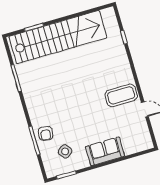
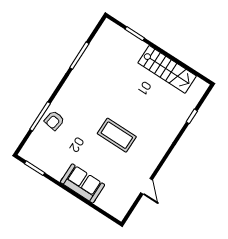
stairs: (58, 37) -> (167, 69), width x0.54, depth x0.66
coffee table: (121, 95) -> (117, 135), moved
side table: (65, 151) -> (53, 150), removed

